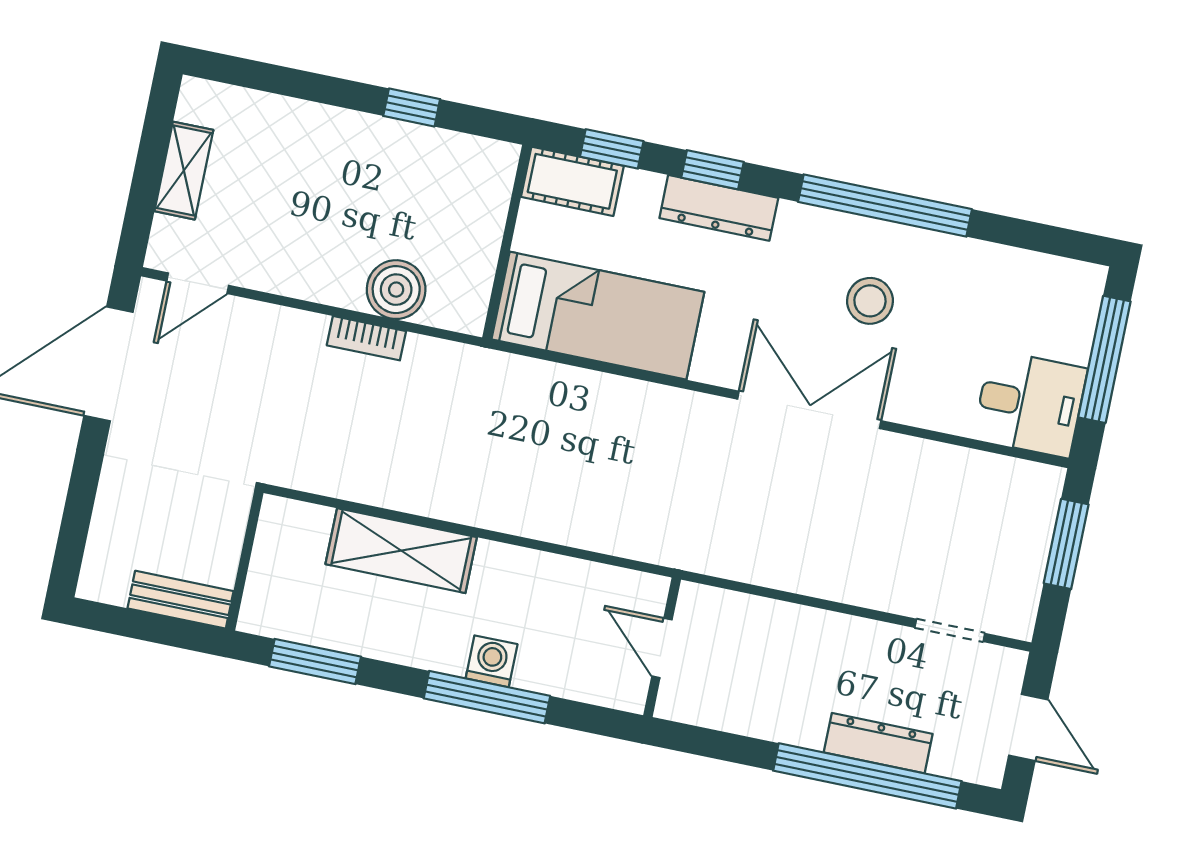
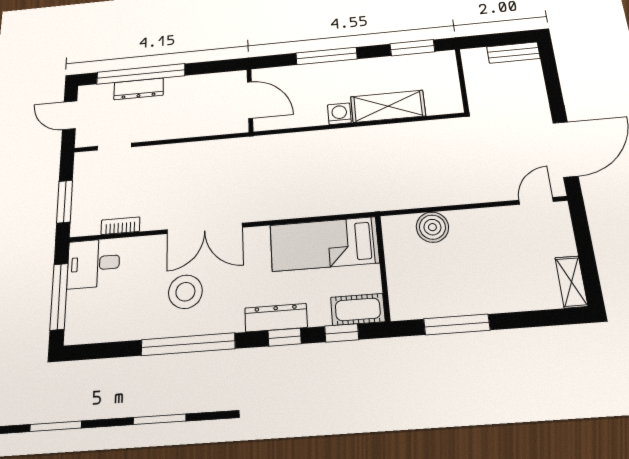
window: (412, 108) -> (457, 324), width x2.17
shelving: (184, 171) -> (571, 282), moved
stool: (870, 301) -> (185, 292), width x1.38, depth x1.38
bookcase: (366, 338) -> (120, 226), moved
bench: (180, 600) -> (513, 53), moved
door: (662, 648) -> (250, 100), width x1.38
washing machine: (492, 661) -> (339, 114), moved, turned 180

